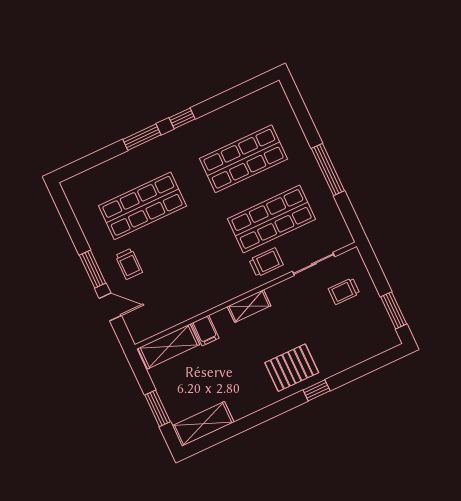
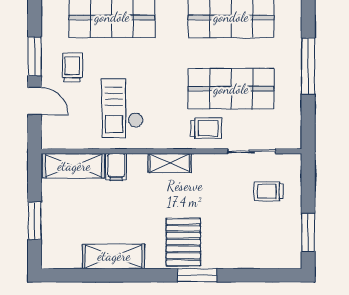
trolley: (129, 264) -> (72, 68), turned 180
checkout: (187, 278) -> (122, 108), added
pallet: (292, 368) -> (183, 242), turned 90
window: (317, 390) -> (197, 275), width x1.50
shelving: (203, 424) -> (114, 256), moved

